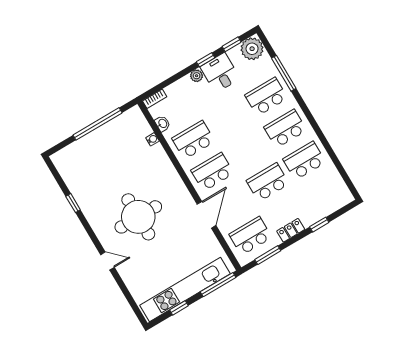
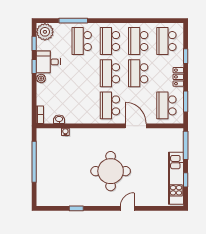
school desk: (193, 140) -> (110, 73), moved
school desk: (323, 193) -> (166, 41), added
kitchen unit: (185, 289) -> (176, 178), width x0.73

